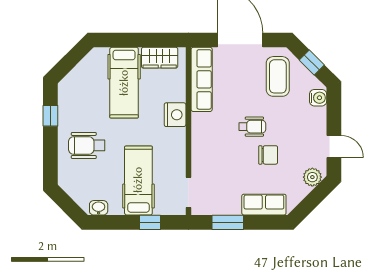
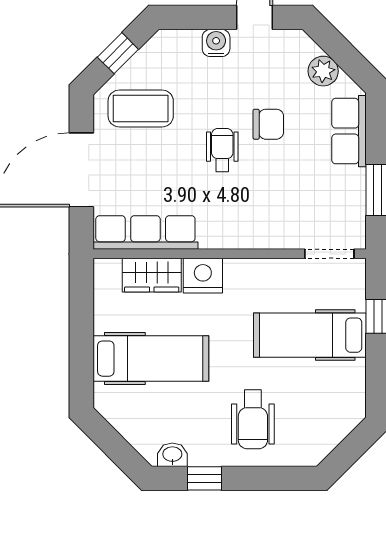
wardrobe: (160, 58) -> (152, 275), moved, turned 90
water cooler: (318, 98) -> (216, 43), moved
chair: (268, 155) -> (268, 124), turned 90
plant: (312, 177) -> (323, 71), moved
washbasin: (99, 208) -> (172, 455), moved, turned 90

